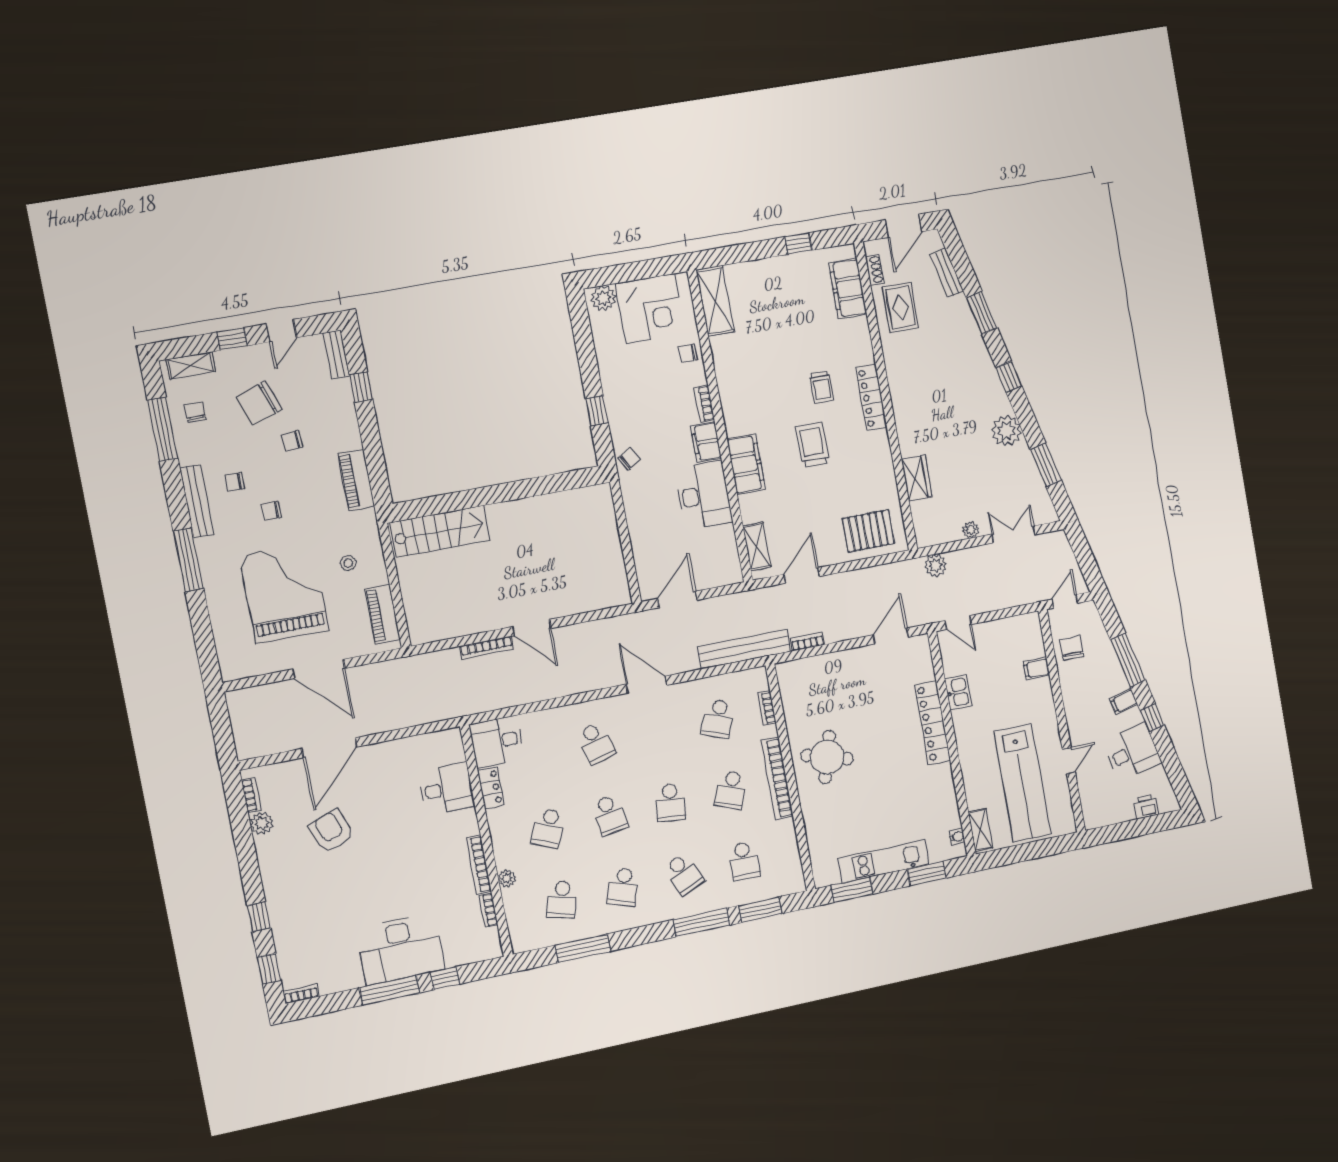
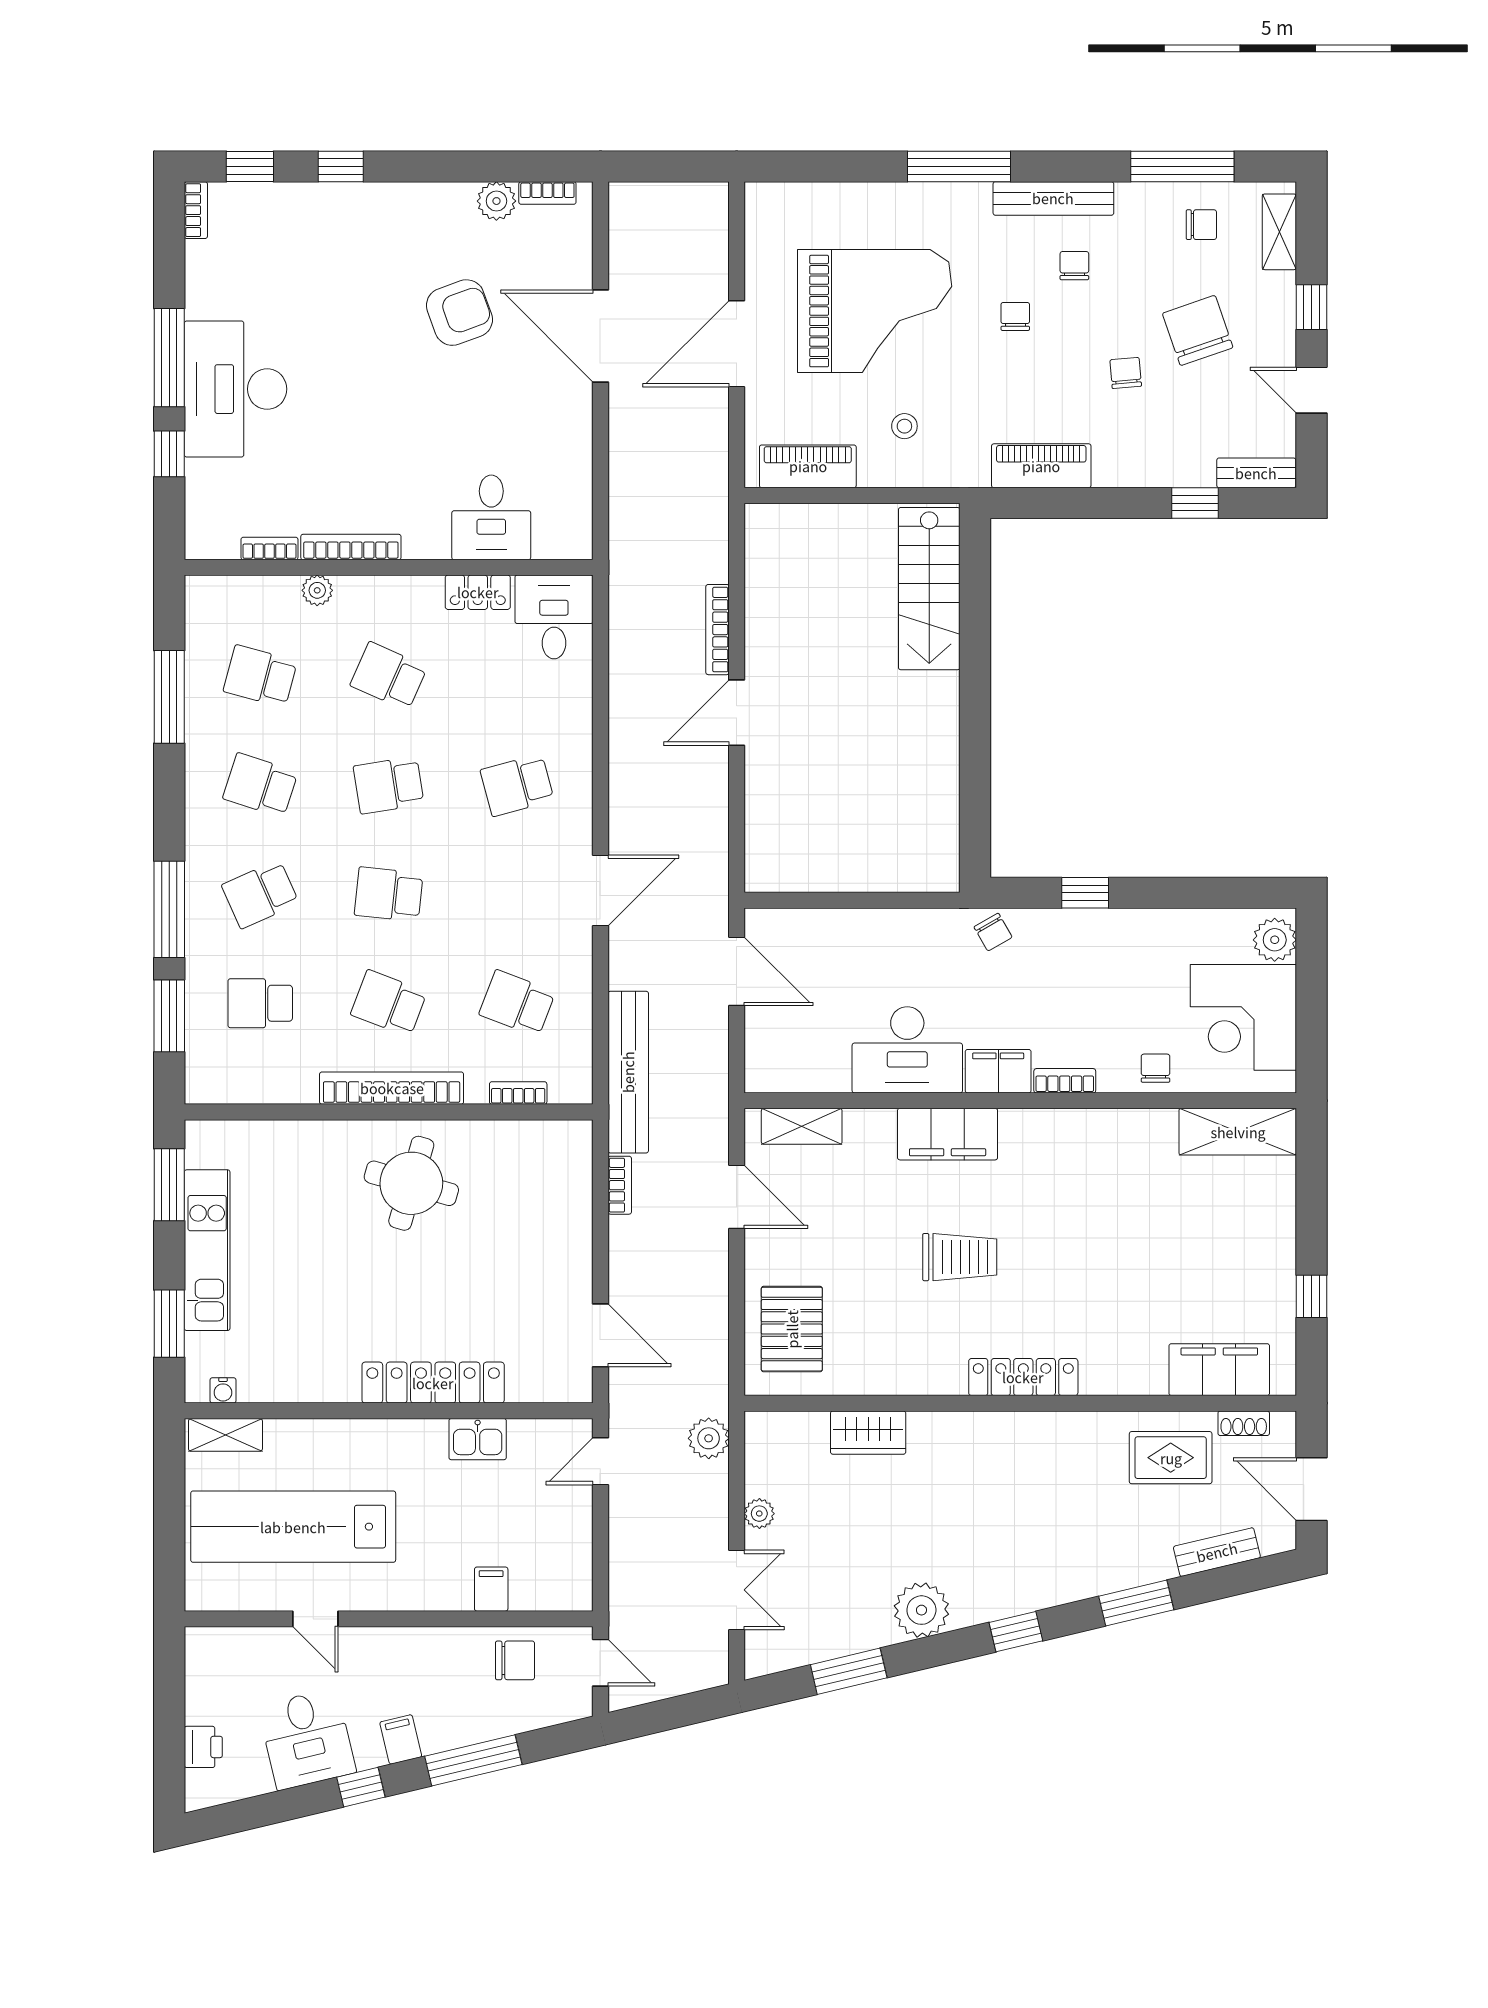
trolley: (822, 387) -> (1057, 1292), removed

